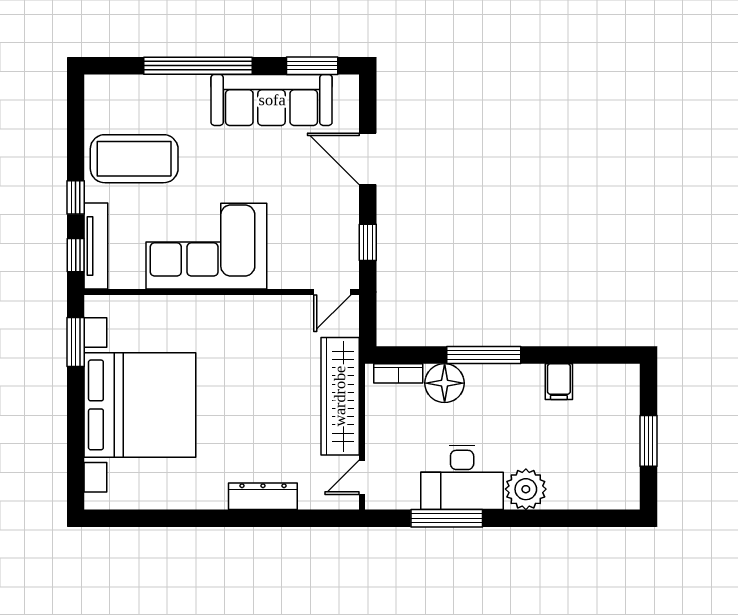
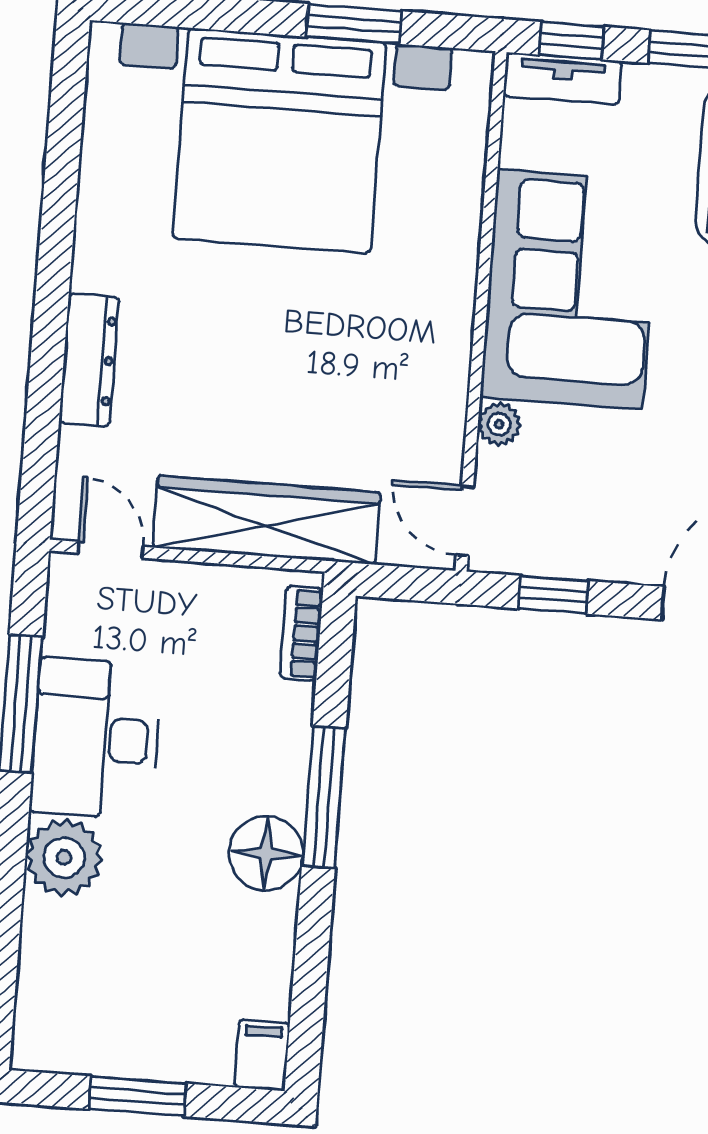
tv unit: (96, 246) -> (562, 79), width x0.71
plant: (280, 278) -> (499, 424), added
window: (76, 342) -> (354, 24), moved
filing cabinet: (559, 382) -> (262, 1055), moved, turned 90
floor lamp: (445, 383) -> (266, 853), moved

